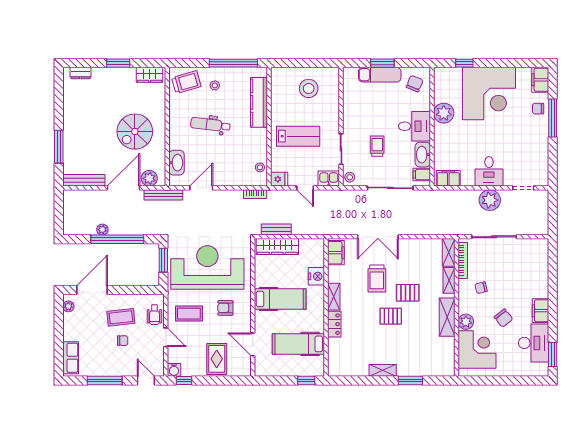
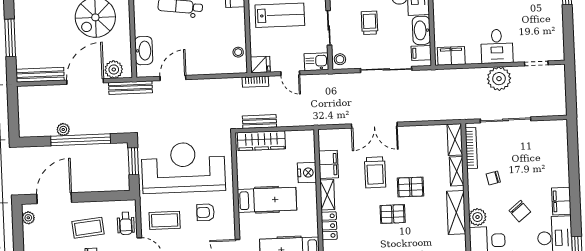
bookcase: (255, 194) -> (255, 82), moved
filing cabinet: (336, 253) -> (329, 164), moved

